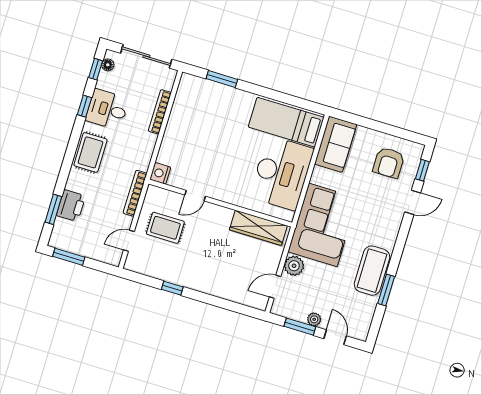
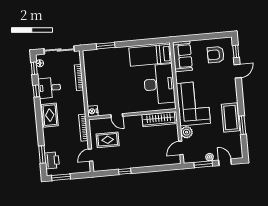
armchair: (389, 163) -> (216, 55), turned 90
door: (195, 196) -> (117, 116), hinge flipped
printer: (71, 206) -> (52, 160), moved

